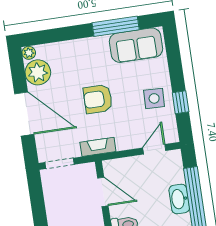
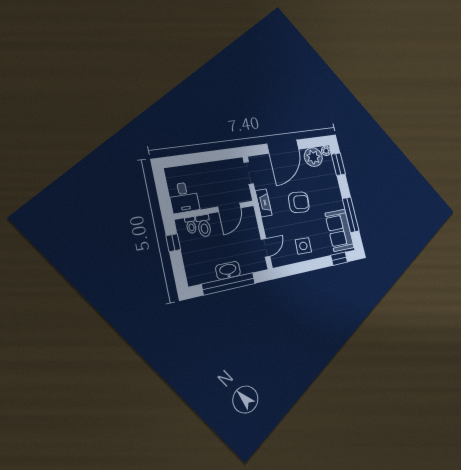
window: (47, 36) -> (338, 164), added
armchair: (98, 99) -> (299, 202), turned 95
window: (181, 102) -> (339, 259), moved
door: (154, 149) -> (265, 248), hinge flipped

